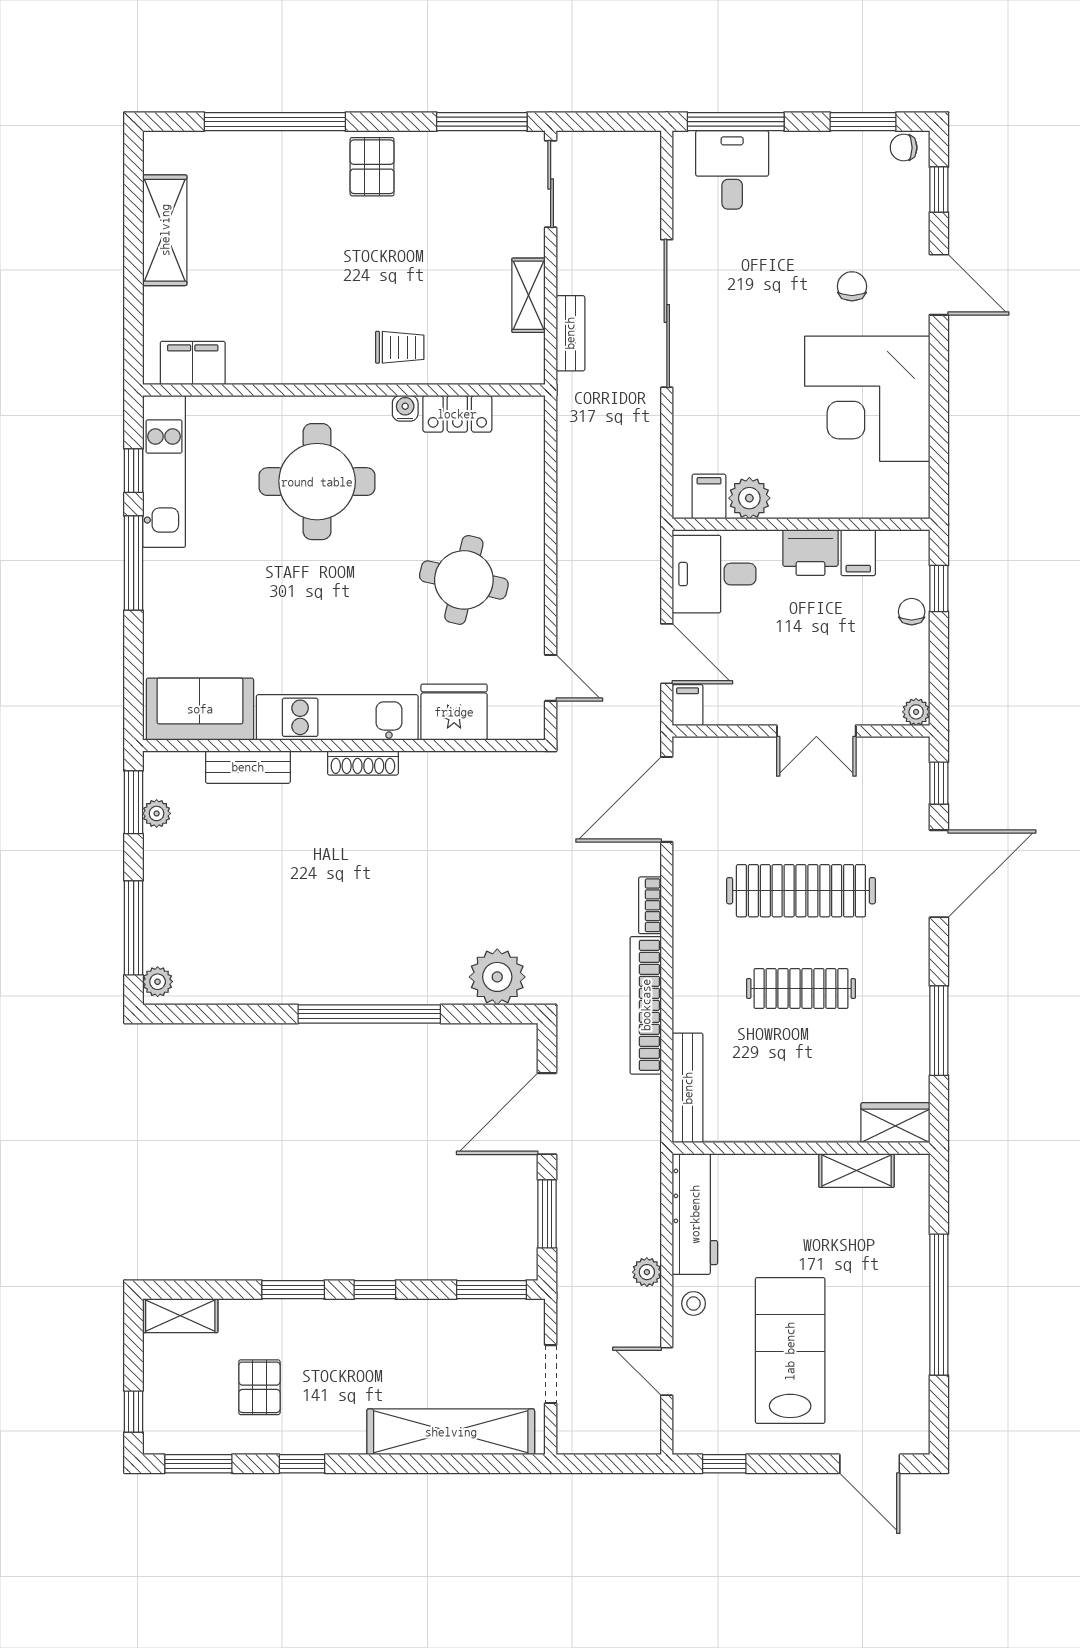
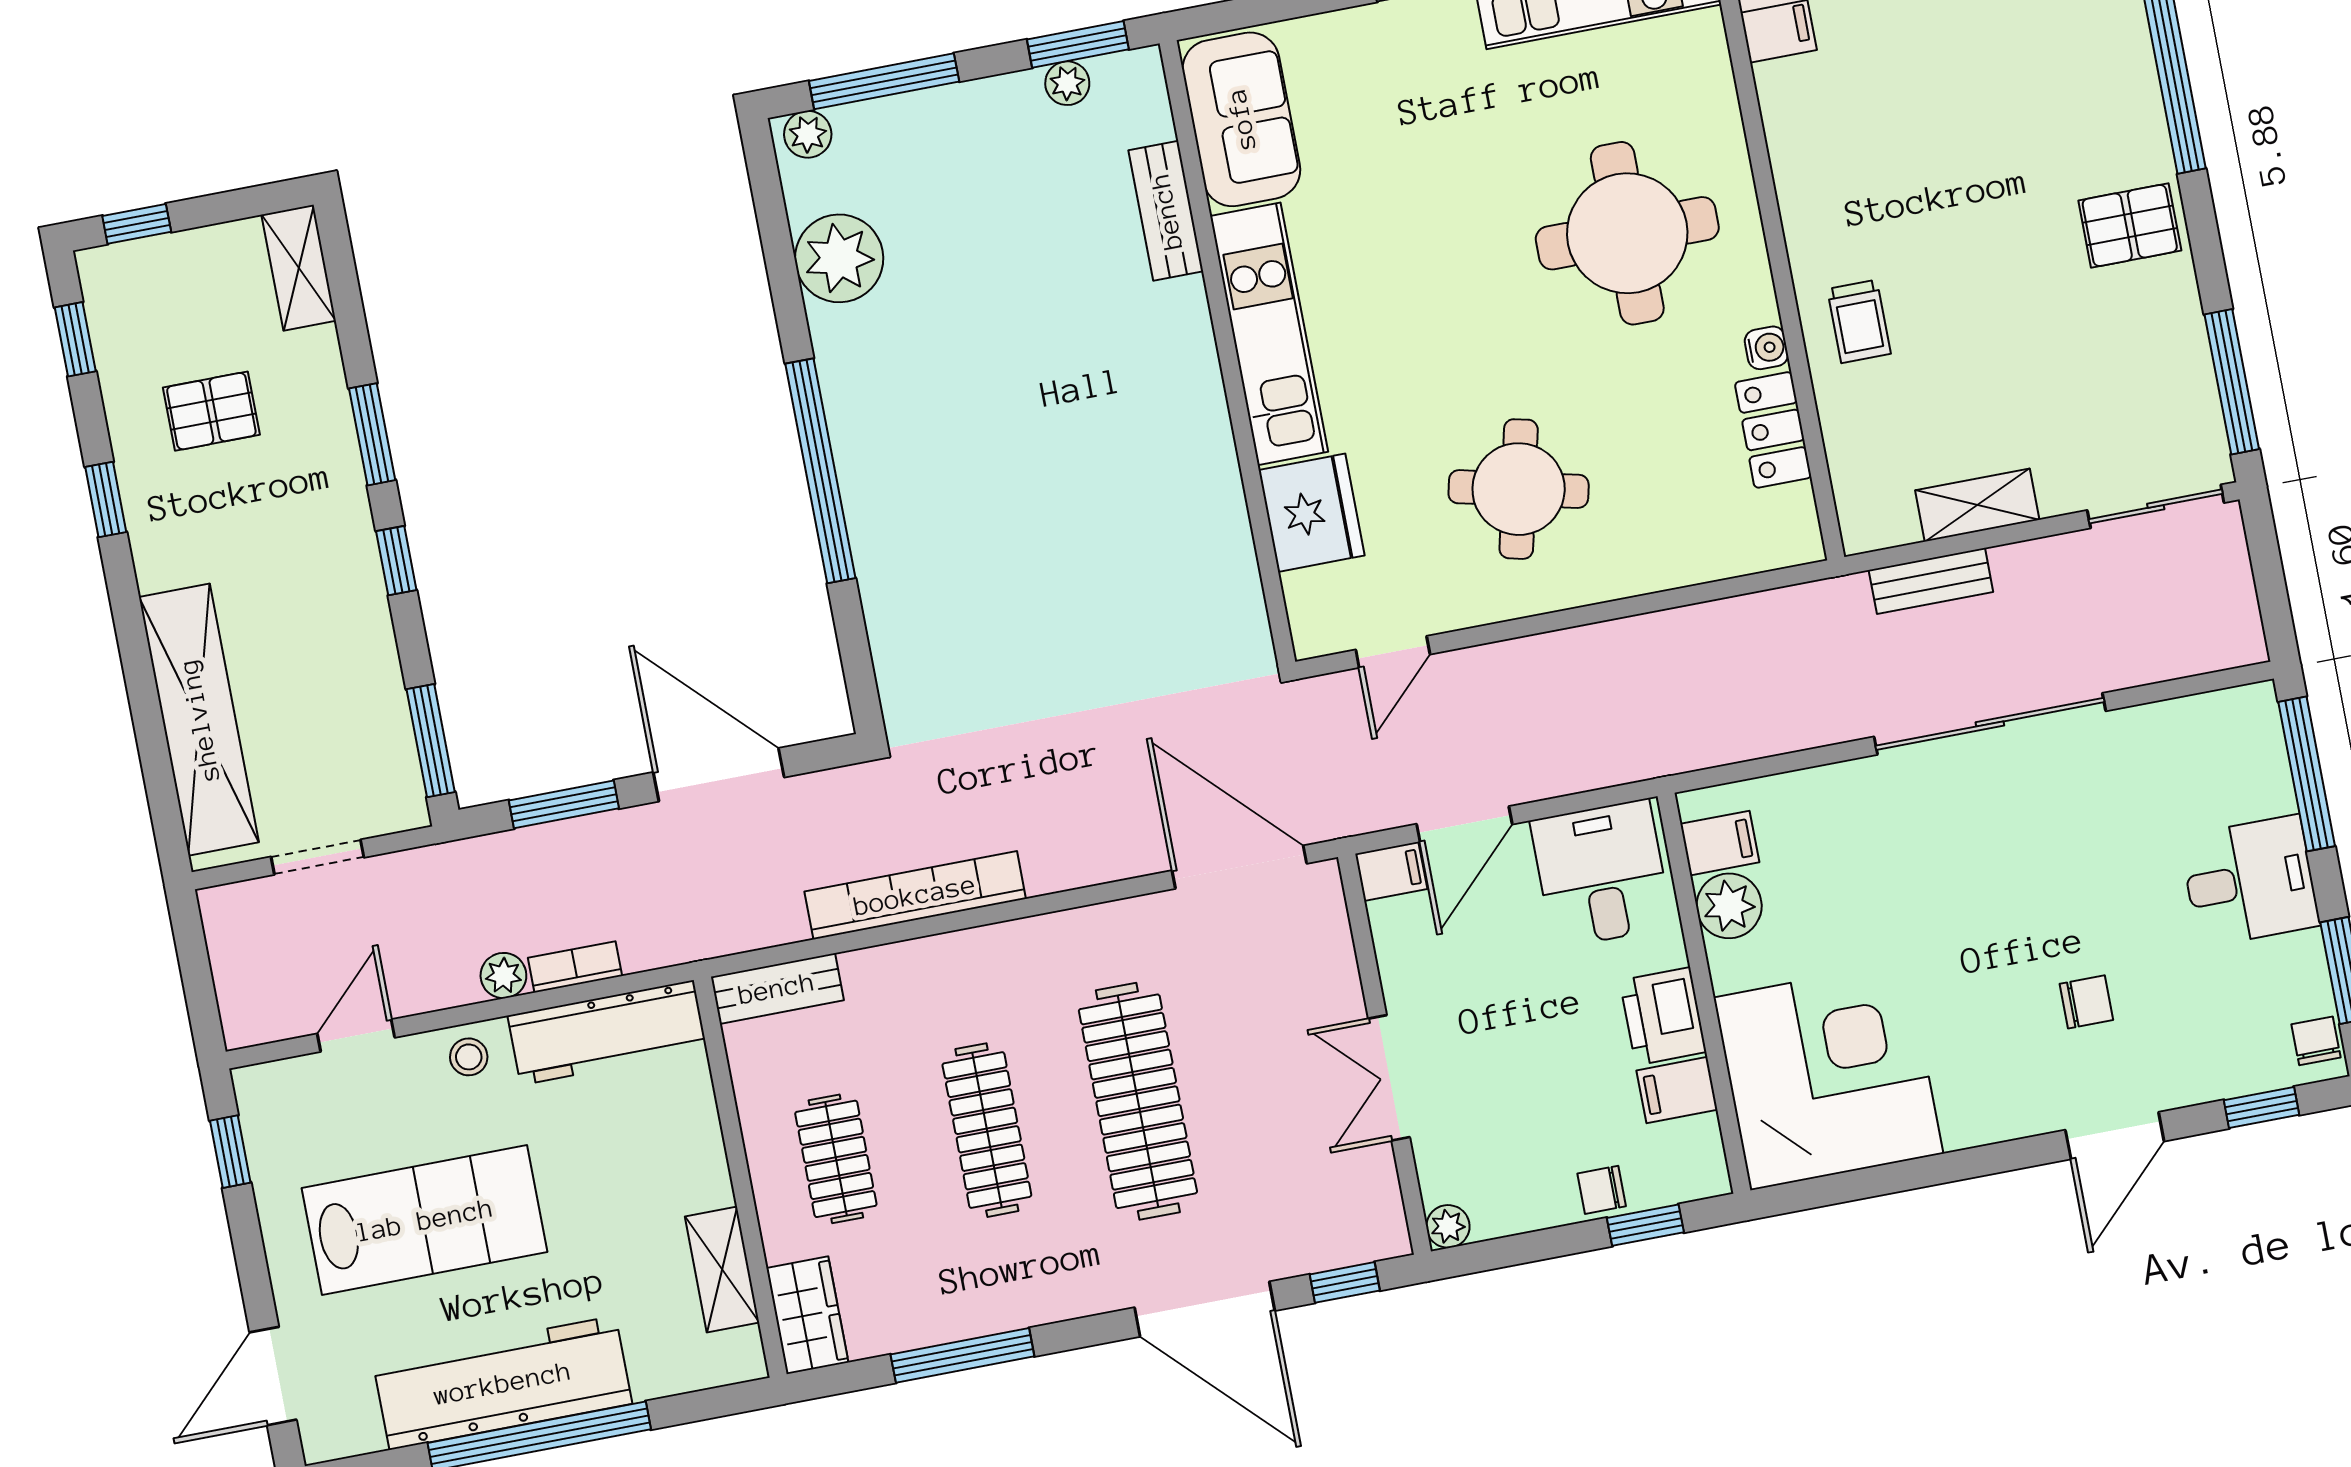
desk: (732, 170) -> (2250, 881), moved
corner desk: (867, 399) -> (1828, 1076), moved, turned 90
chair: (912, 612) -> (1602, 1190), turned 180
shoe rack: (363, 763) -> (1206, 387), removed
bookcase: (650, 905) -> (575, 967), moved
plant: (497, 977) -> (839, 258), moved
clothes rail: (801, 1086) -> (836, 1159), added
bench: (688, 1088) -> (777, 988), width x0.73
workbench: (901, 1321) -> (503, 1383), added
window: (198, 1464) -> (75, 339), width x0.67

